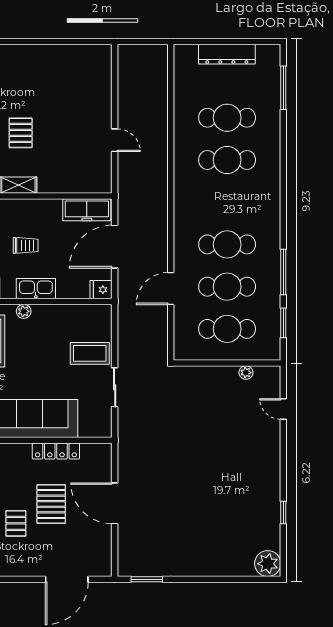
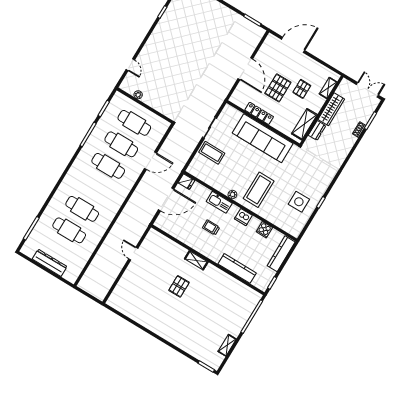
freezer: (87, 210) -> (169, 227), removed

